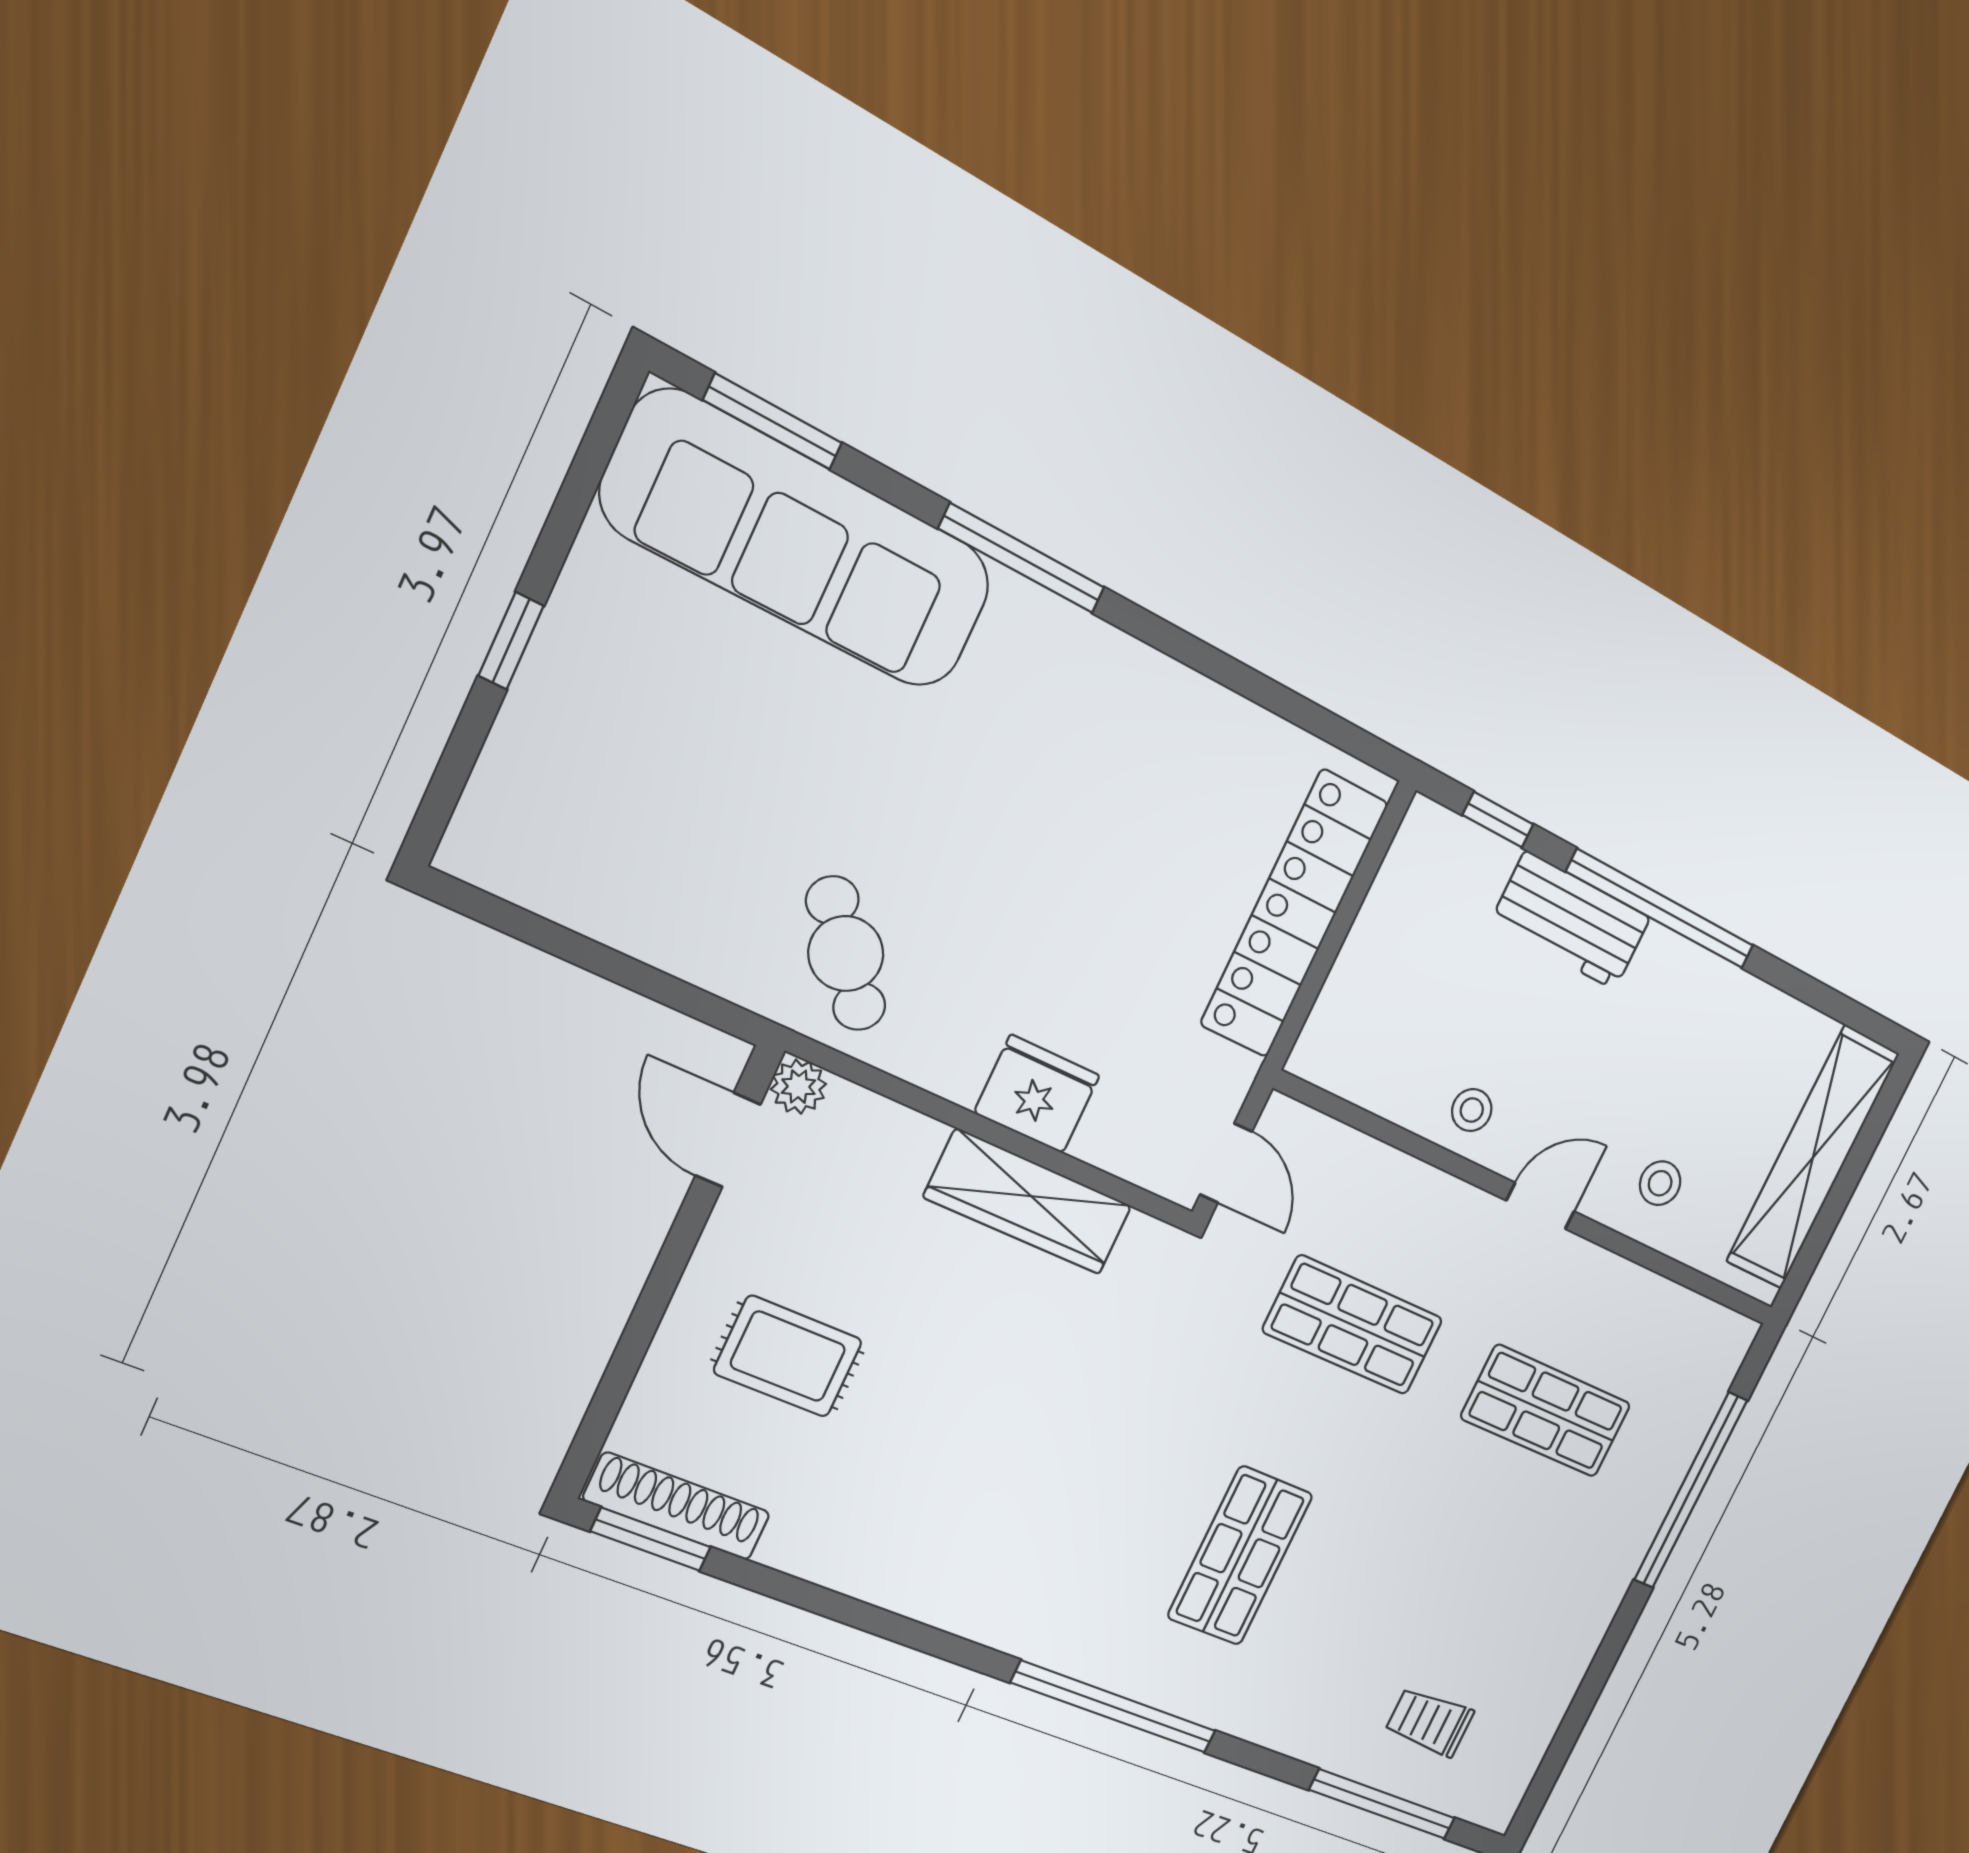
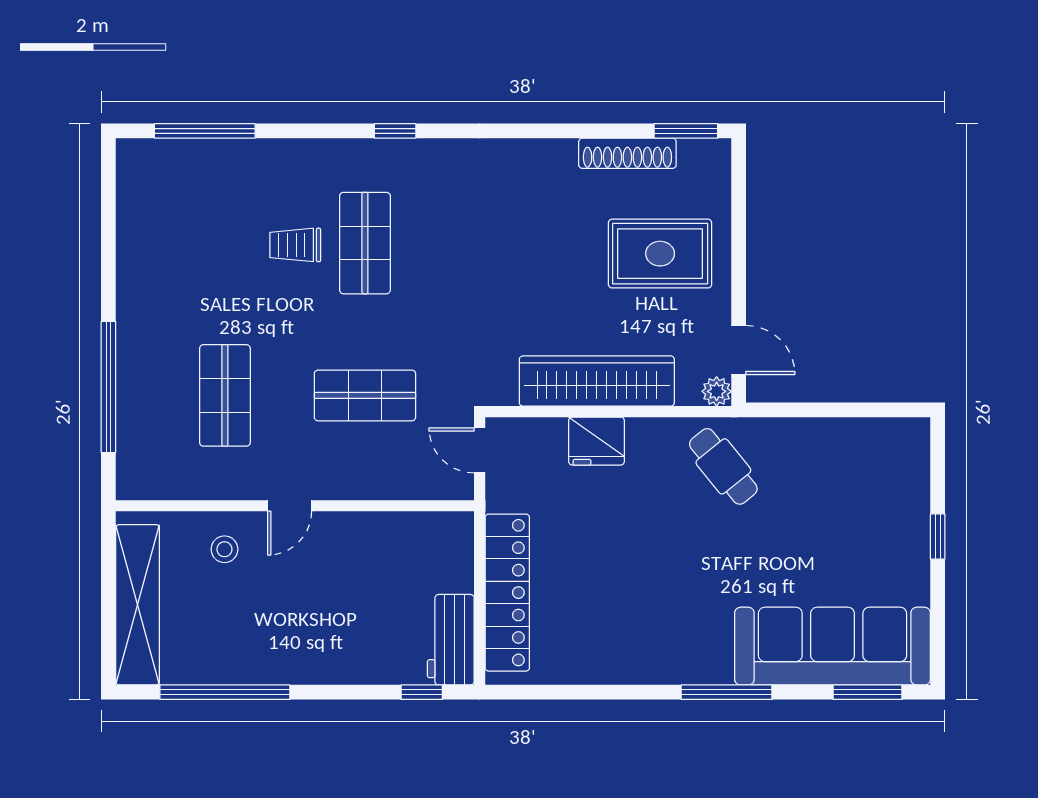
window: (1661, 909) -> (225, 692), moved
workbench: (1571, 921) -> (451, 640), moved, turned -90
stool: (1472, 1110) -> (357, 539), removed
wardrobe: (1028, 1202) -> (597, 381), width x1.40, depth x1.17
rug: (788, 1356) -> (660, 254), width x1.36, depth x1.43
shop shelf: (1546, 1411) -> (225, 395), turned 90
shoe rack: (677, 1506) -> (627, 153), moved
window: (1114, 1707) -> (395, 131), width x0.32
trolley: (1430, 1722) -> (295, 245), moved, turned 180

